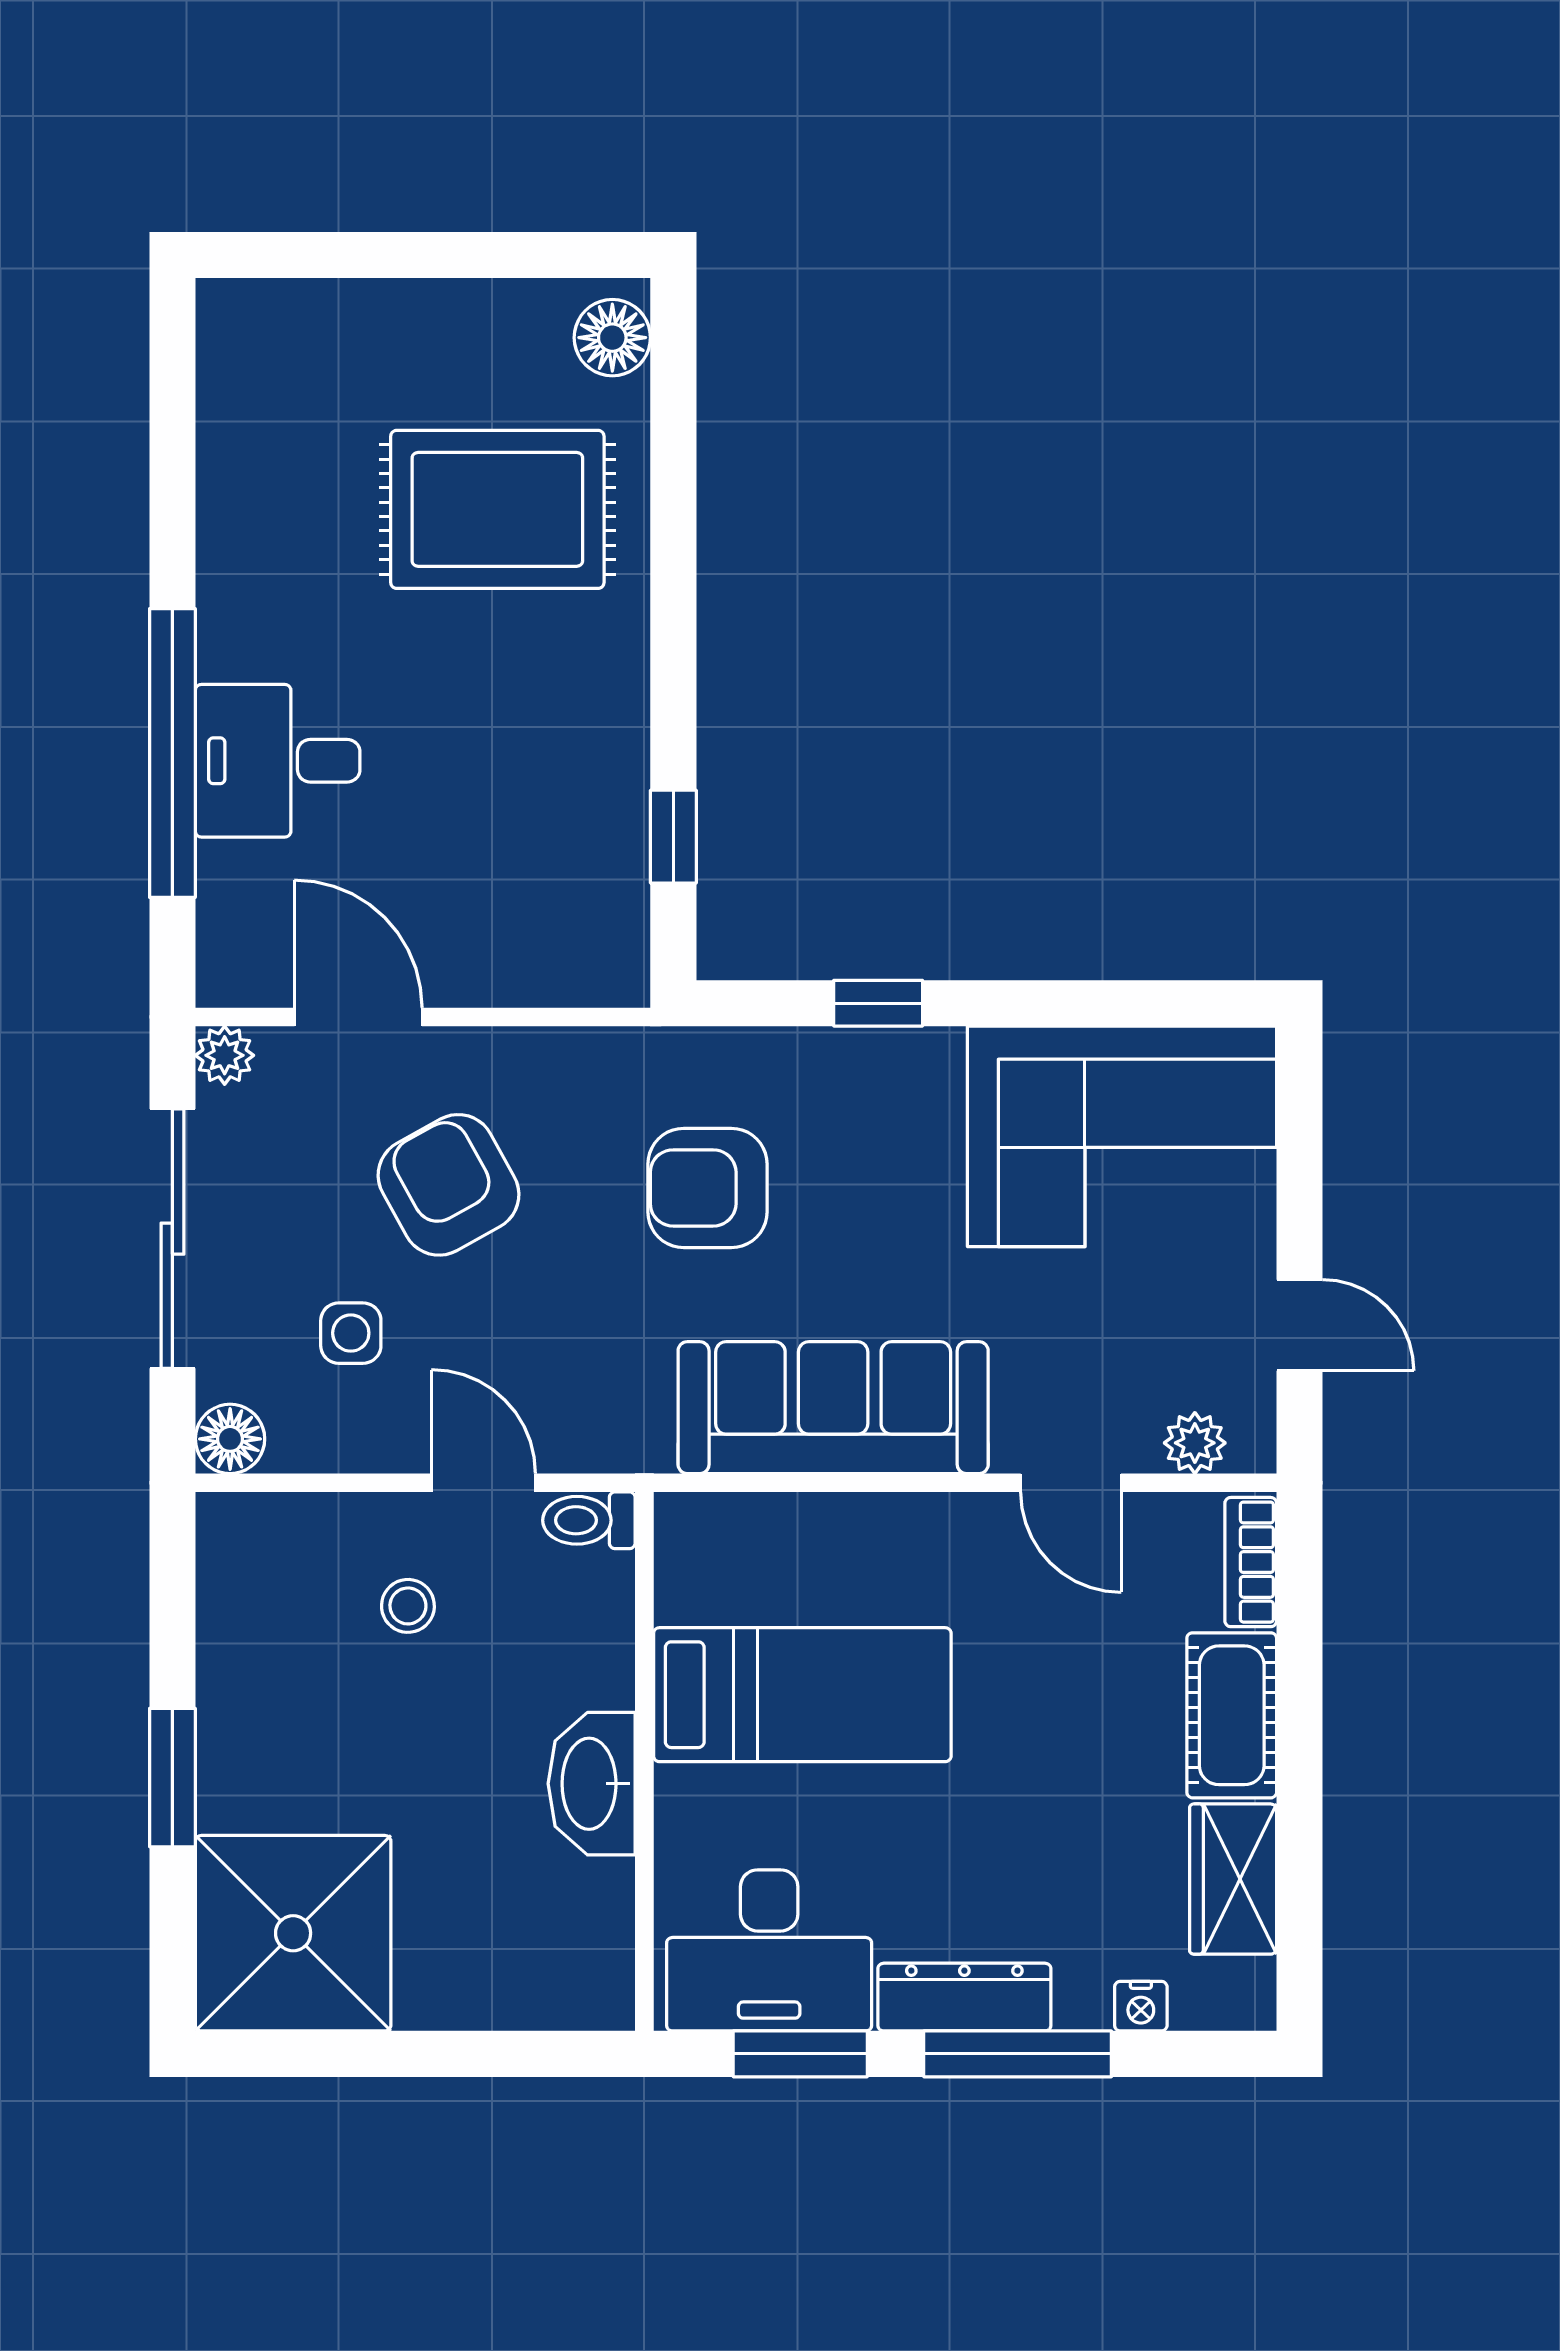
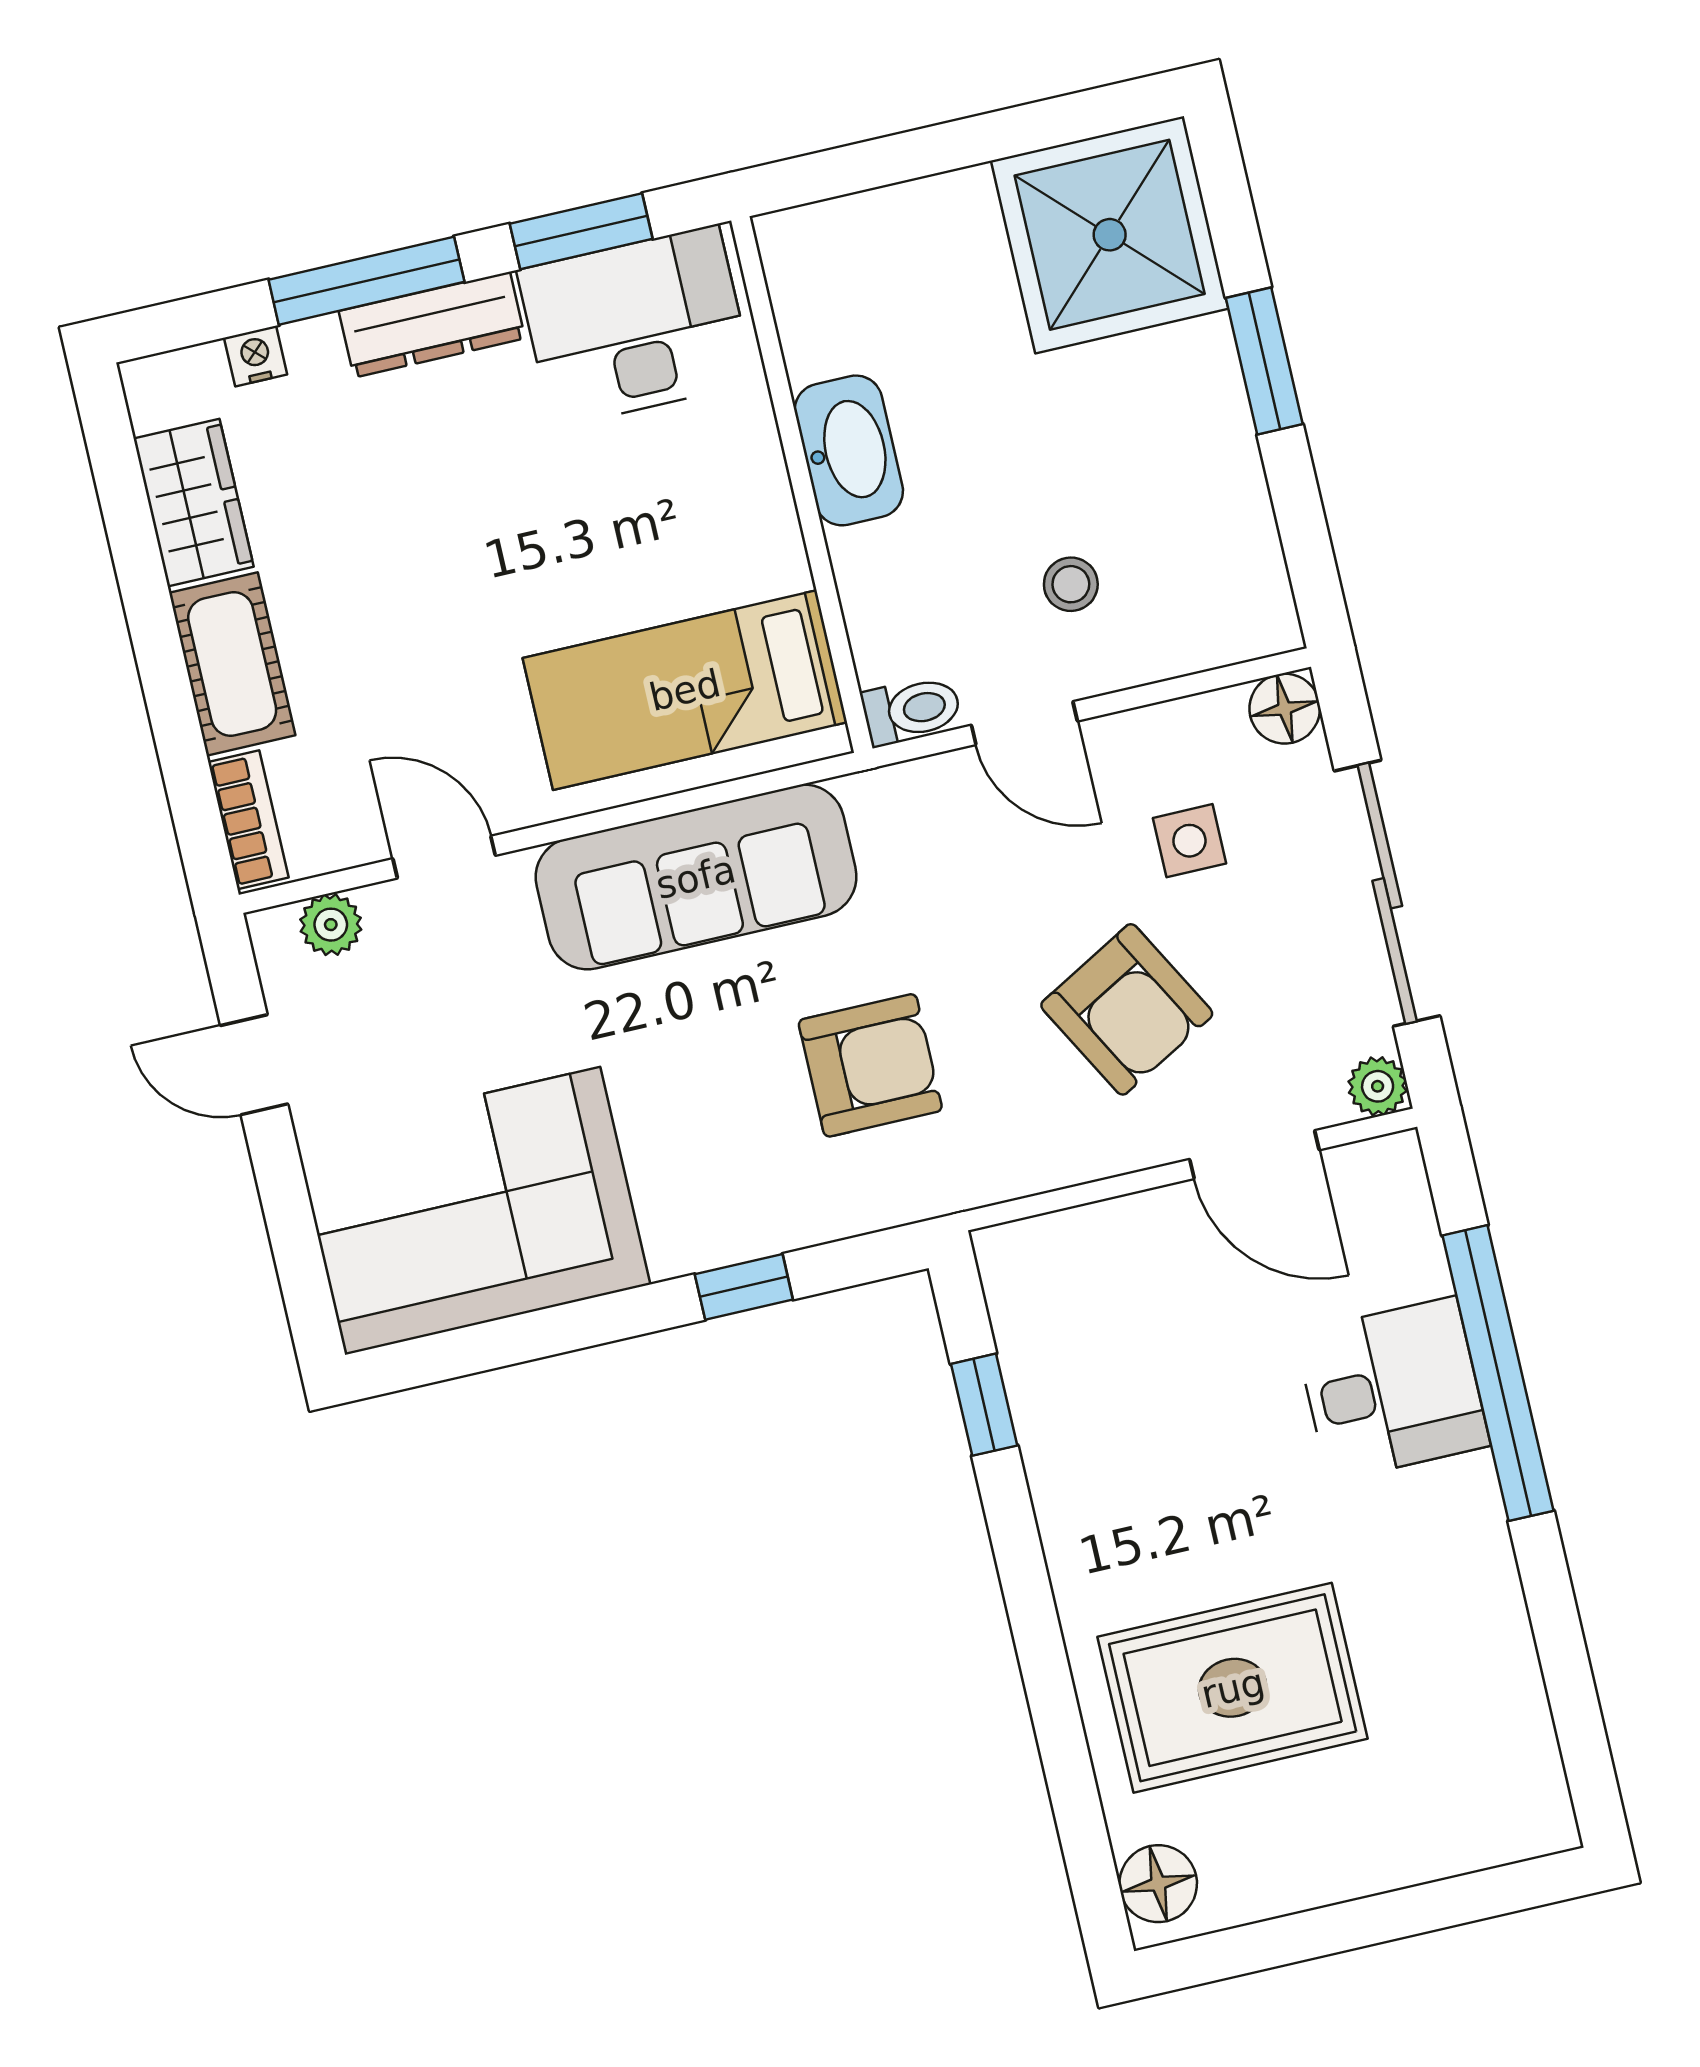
bed: (802, 1695) -> (685, 690), moved

